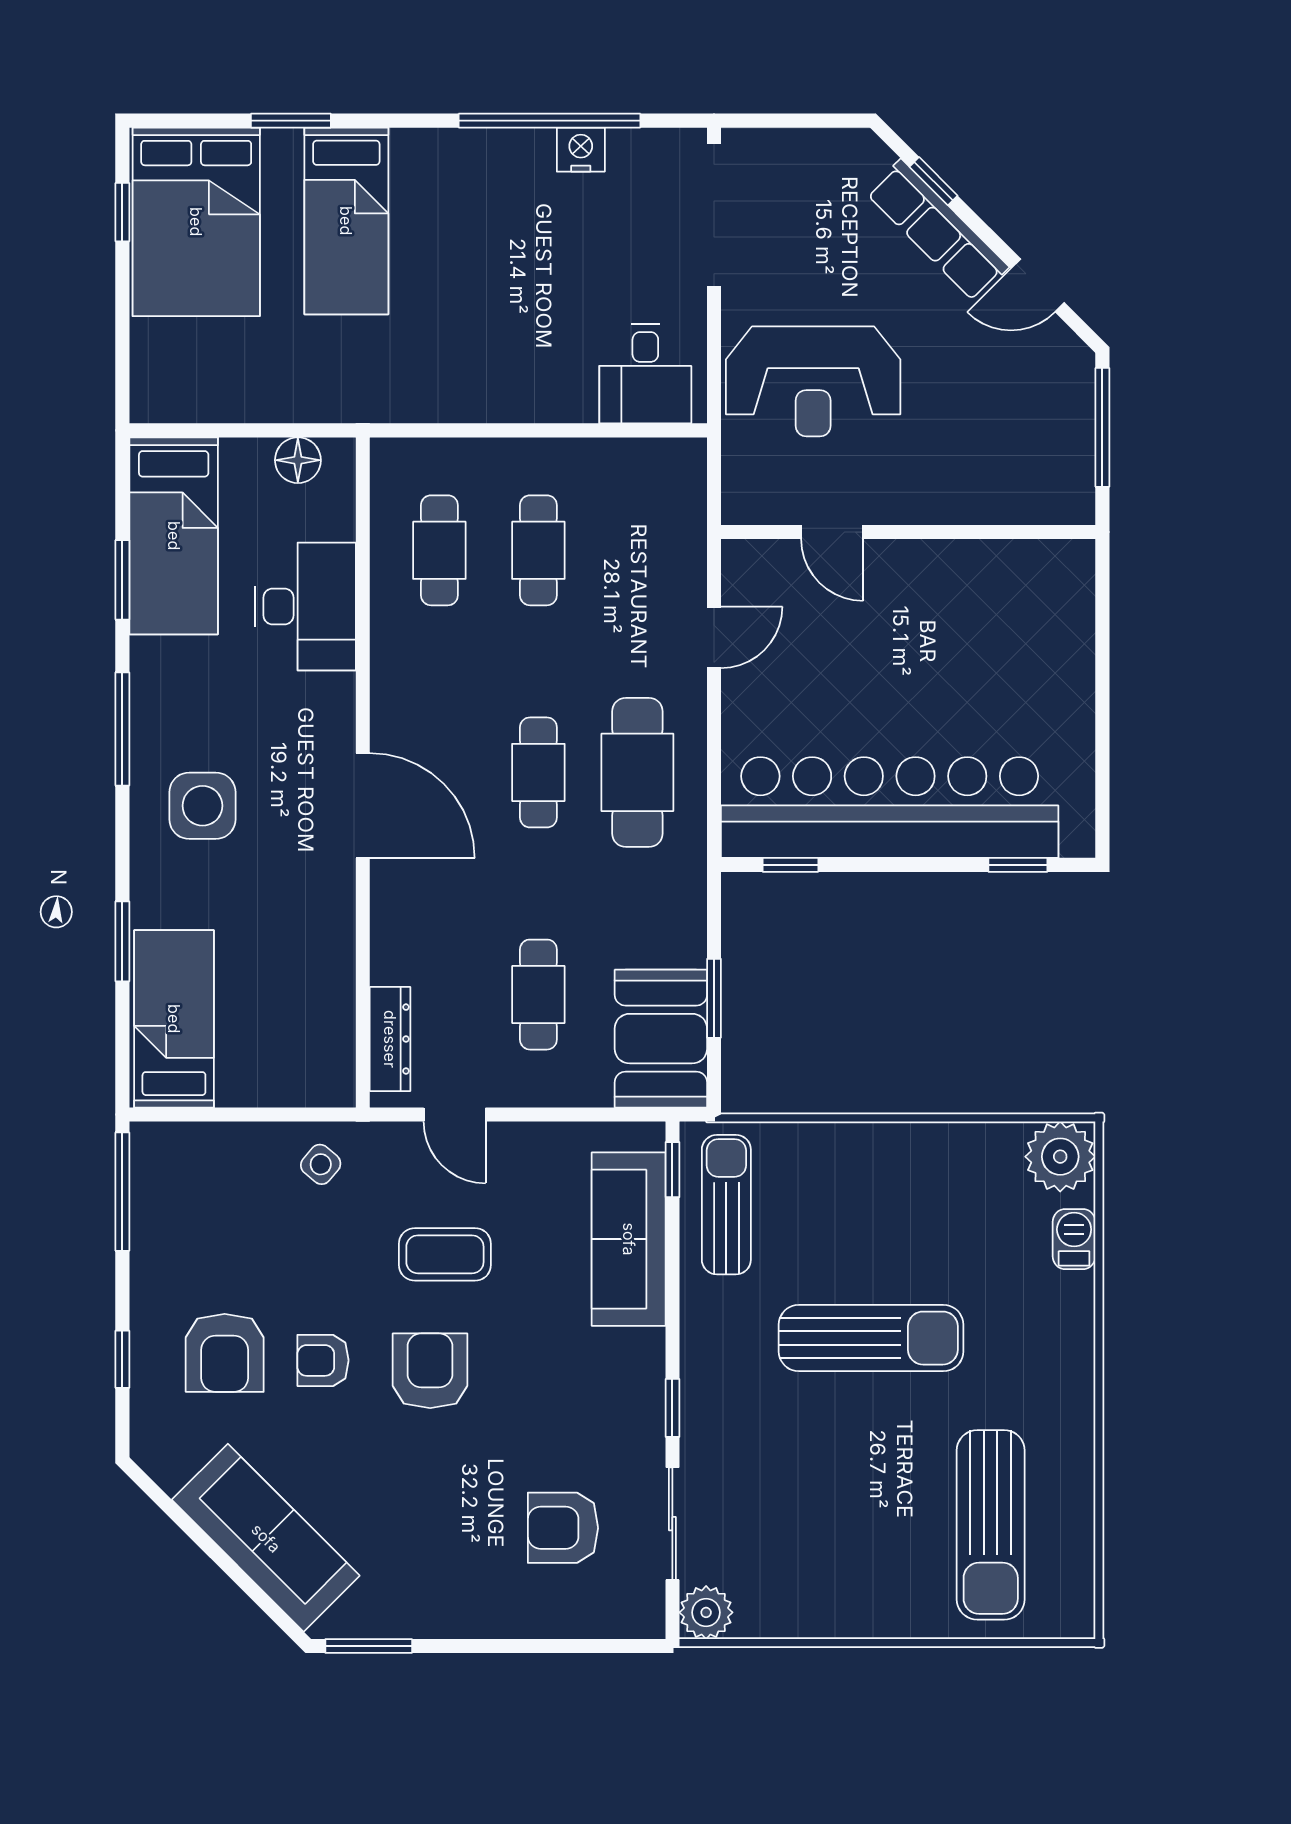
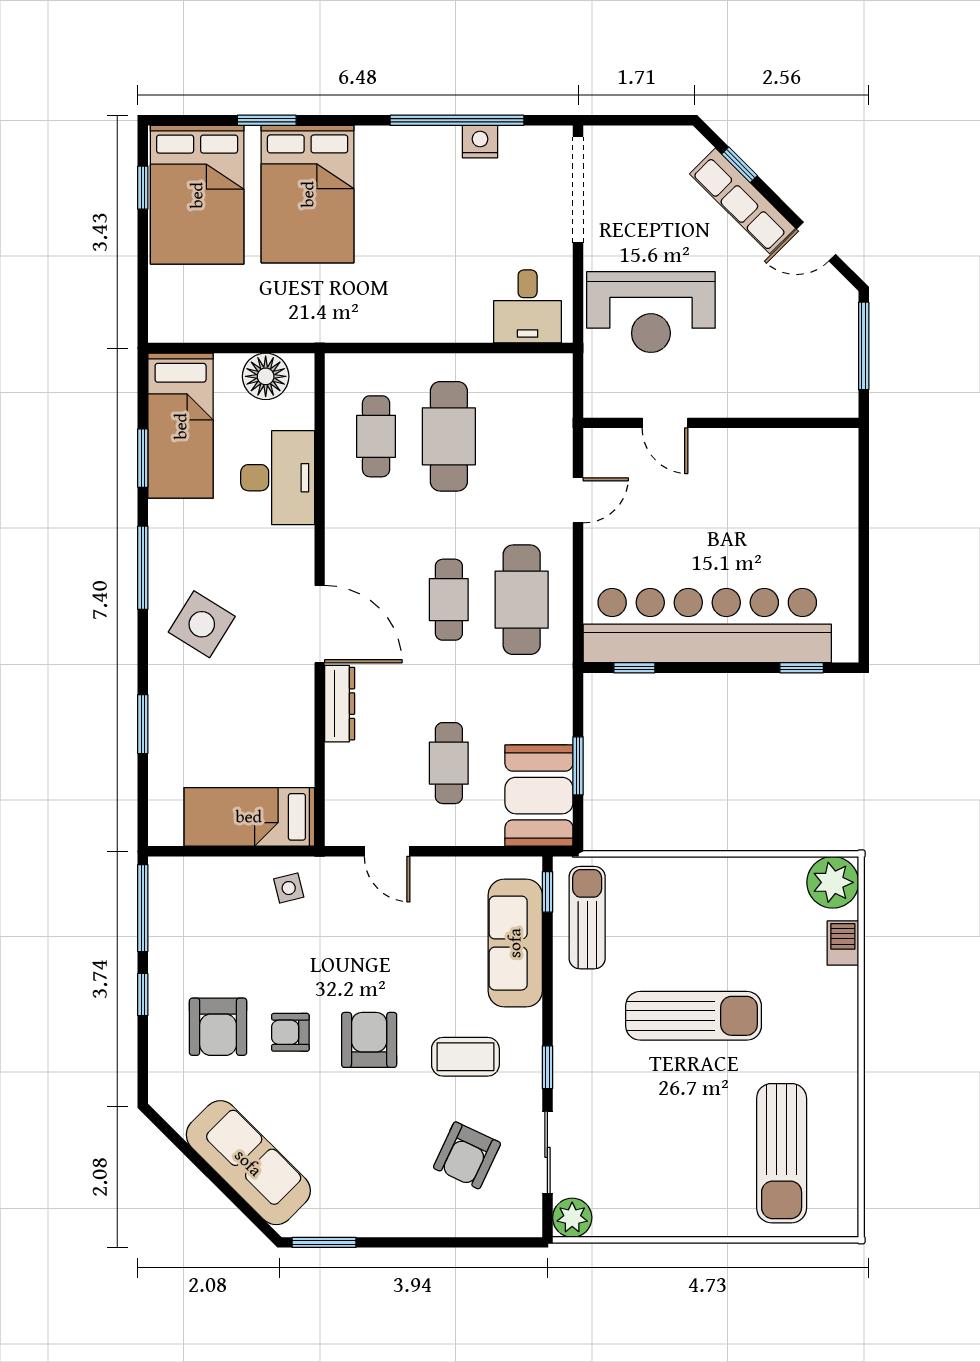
bed: (346, 221) -> (308, 194), width x1.50
floor lamp: (298, 460) -> (266, 376), width x1.38, depth x1.38
cafe table: (538, 550) -> (449, 436), width x1.37, depth x1.35
side table: (202, 806) -> (202, 624), turned 32
bed: (174, 1019) -> (249, 817), moved, turned -90
dresser: (390, 1039) -> (340, 704), moved
side table: (321, 1164) -> (289, 888), turned 36
coffee table: (445, 1254) -> (465, 1057), moved
window: (122, 1359) -> (143, 995), moved
armchair: (563, 1528) -> (467, 1155), turned -65

